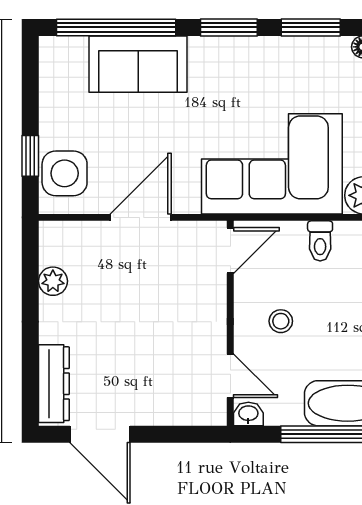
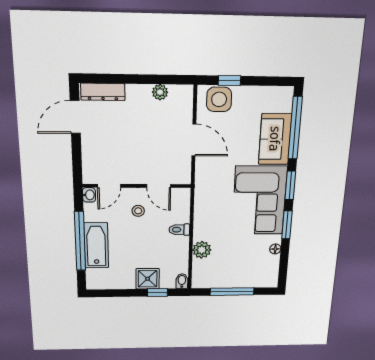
corner sofa: (272, 164) -> (259, 200), moved, turned 180
door: (230, 251) -> (159, 186), moved

